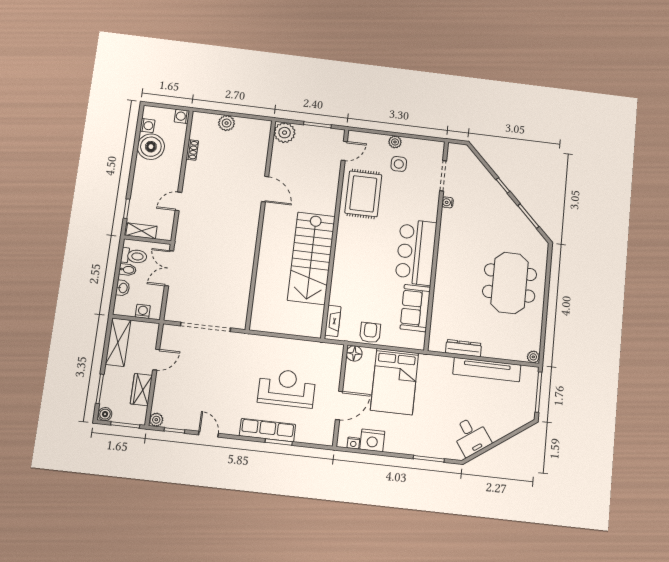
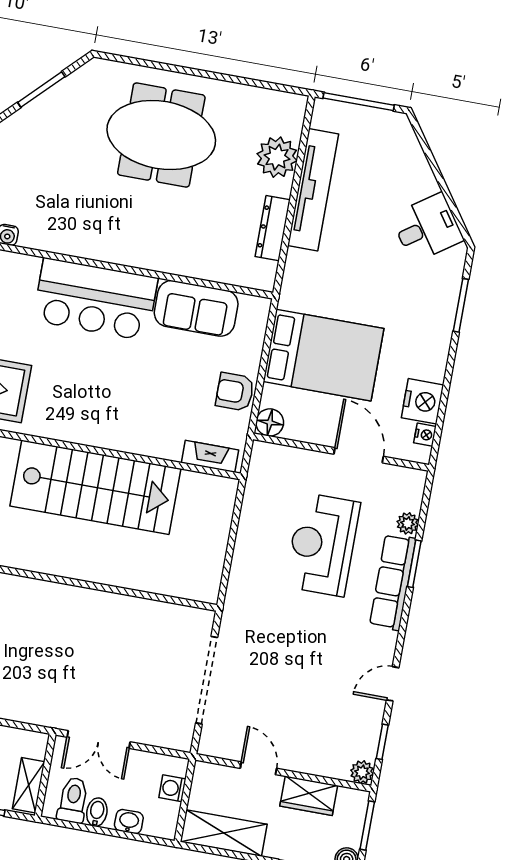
plant: (533, 357) -> (277, 157), moved, width x1.88, depth x1.88
plant: (302, 436) -> (408, 523), added

